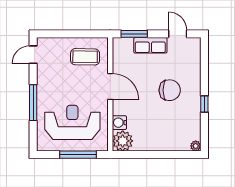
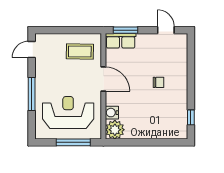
row of seats: (150, 45) -> (121, 41), moved
chair: (170, 90) -> (159, 82), width x0.54, depth x0.54
window: (204, 104) -> (191, 117), moved
plant: (196, 146) -> (183, 134), removed

